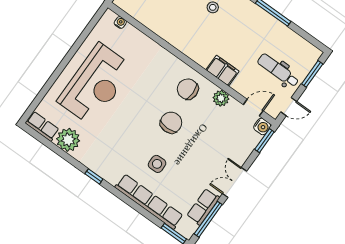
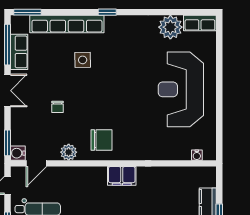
filing cabinet: (222, 71) -> (122, 176), moved
chair: (171, 123) -> (58, 107), moved, width x0.54, depth x0.54
window: (94, 176) -> (107, 12), moved

